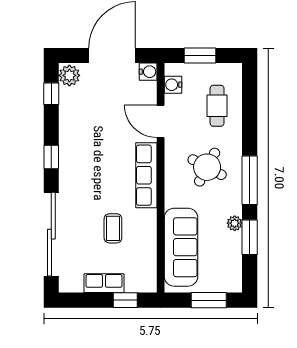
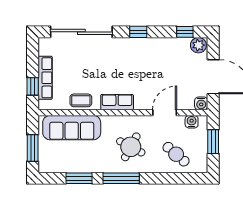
cafe table: (217, 106) -> (176, 154), turned 41
row of seats: (146, 175) -> (117, 102), width x0.68
plant: (235, 223) -> (89, 167), removed
coffee table: (113, 228) -> (81, 100), moved
row of seats: (104, 283) -> (45, 78), width x1.48

